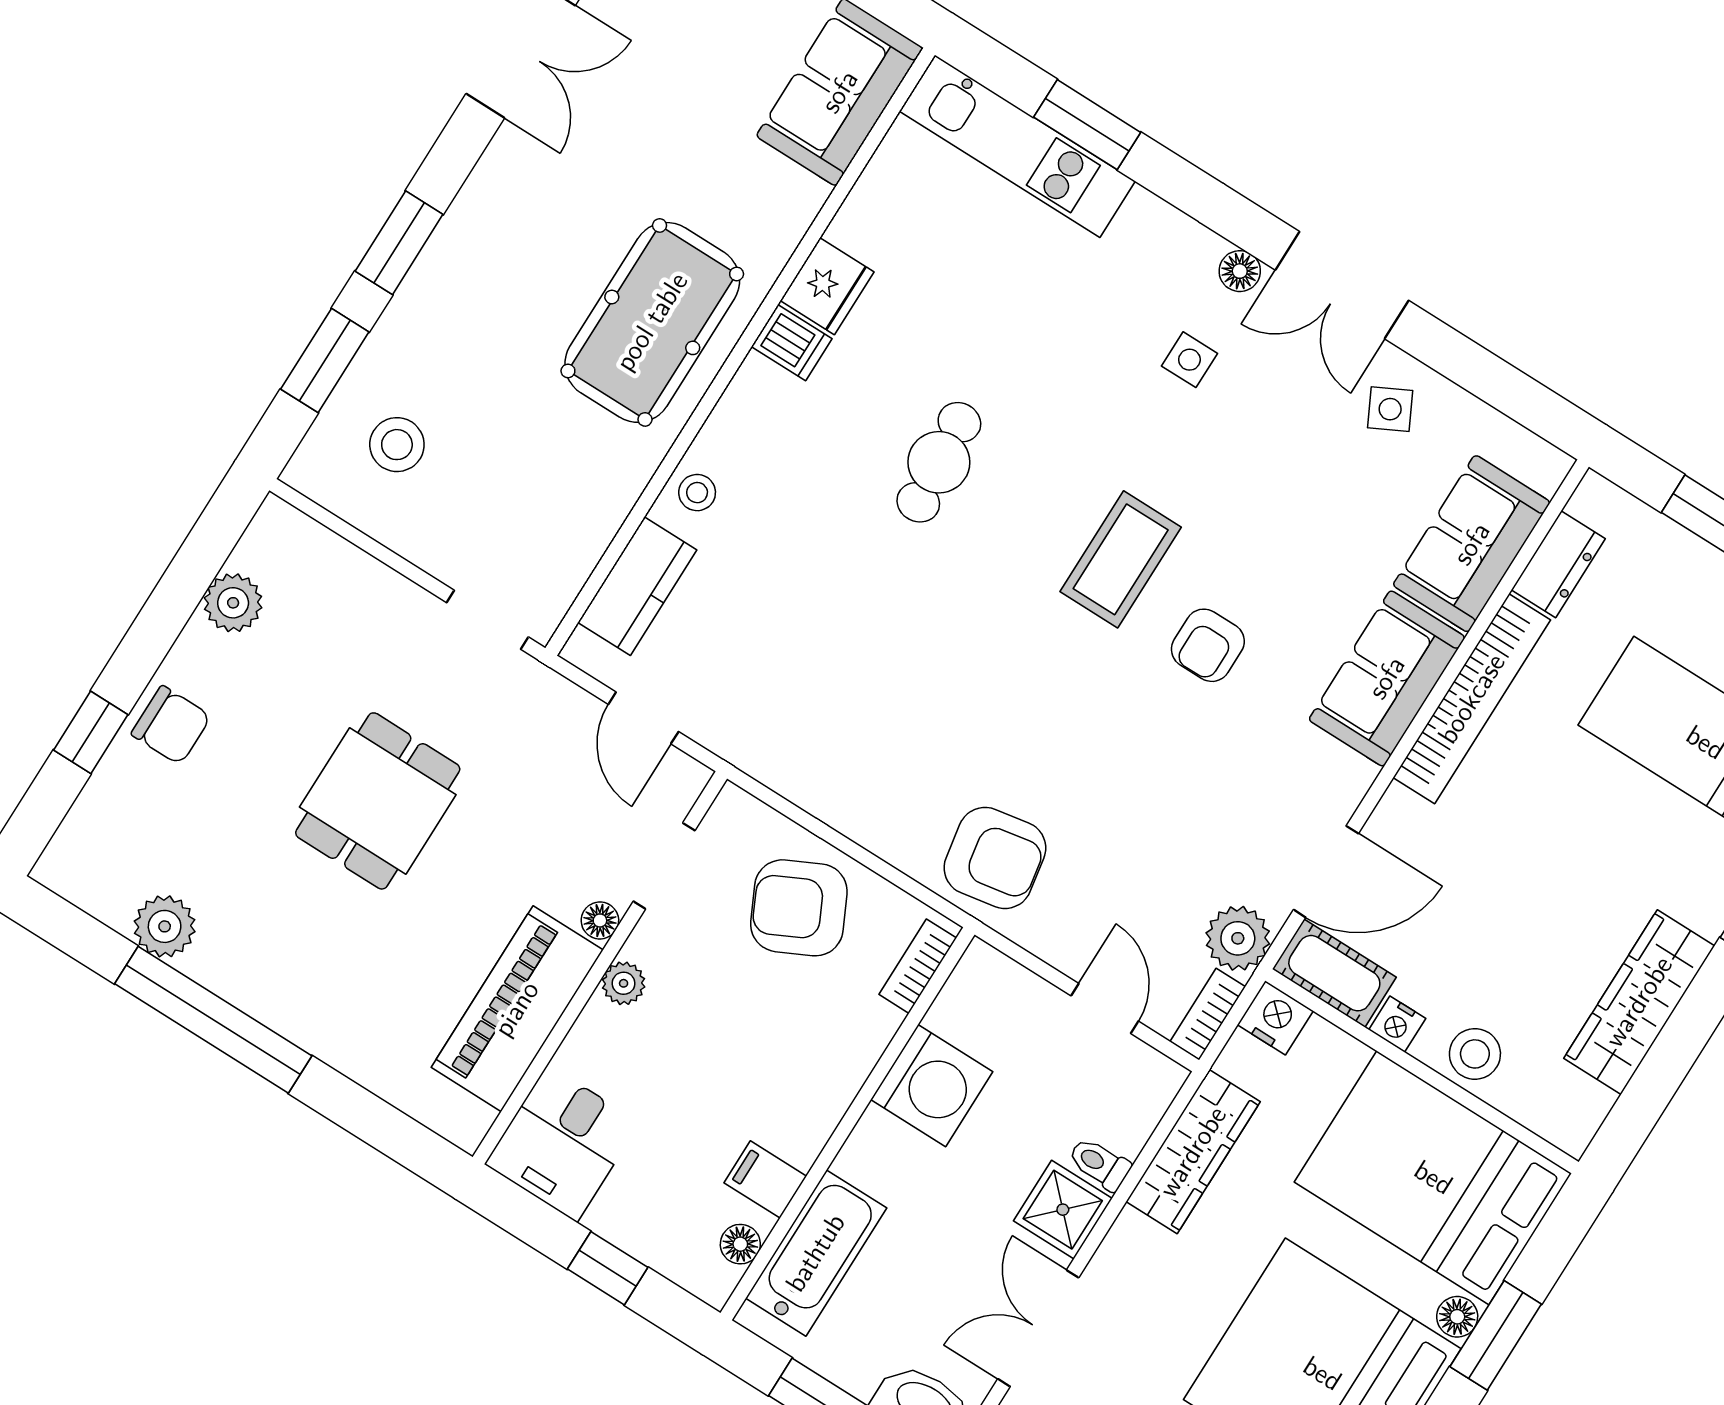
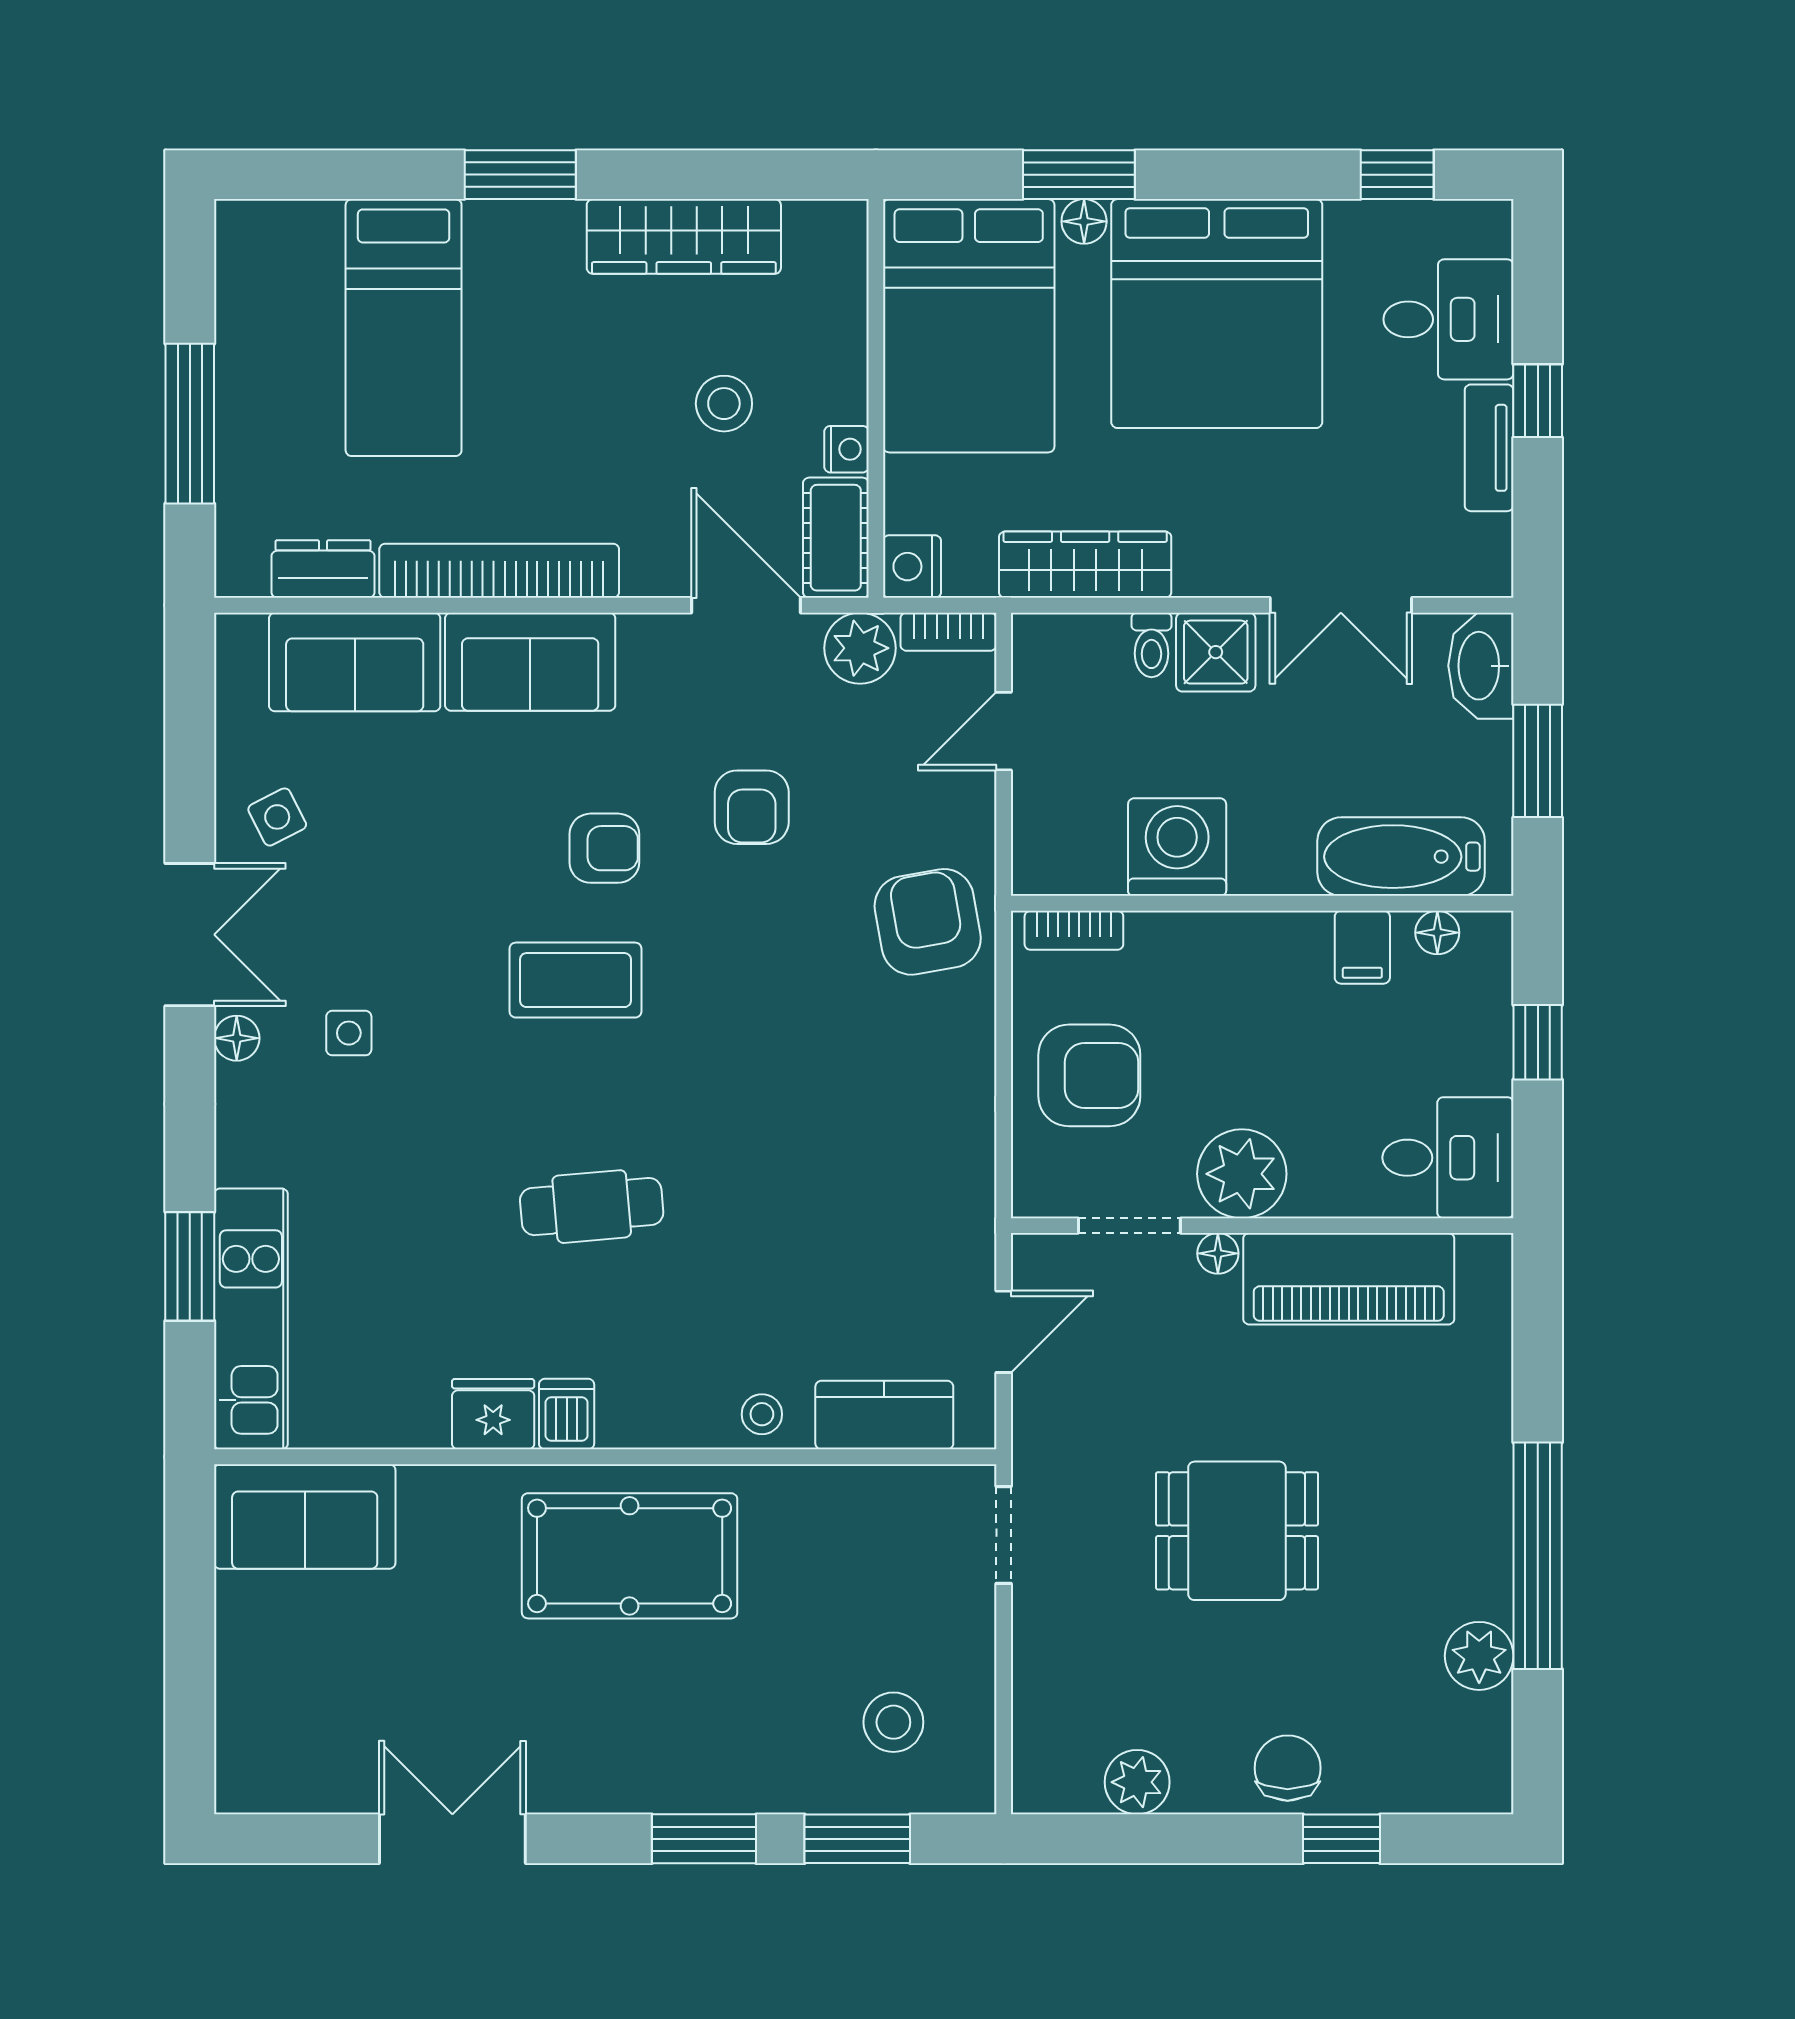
armchair: (1168, 778) -> (752, 807), added
armchair: (799, 908) -> (1089, 1075), turned -64
plant: (624, 983) -> (1242, 1174), width x1.88, depth x1.88
stool: (1475, 1054) -> (724, 404), moved

